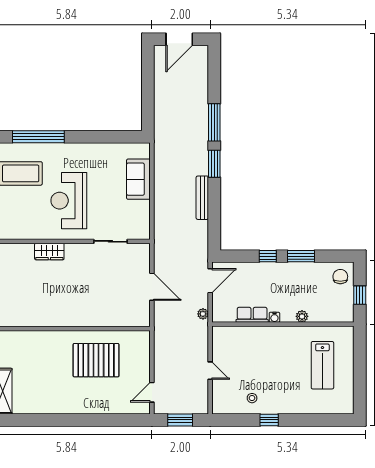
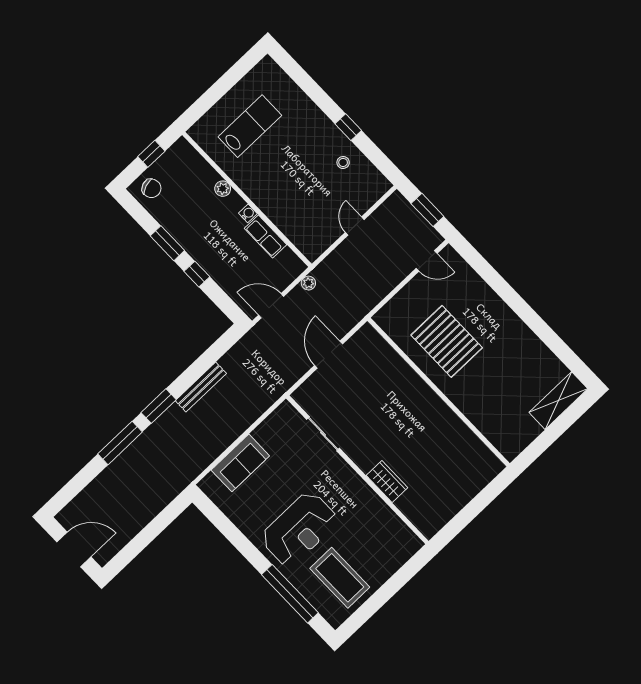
reception desk: (69, 201) -> (299, 529), moved
chair: (340, 277) -> (151, 188), turned -109

